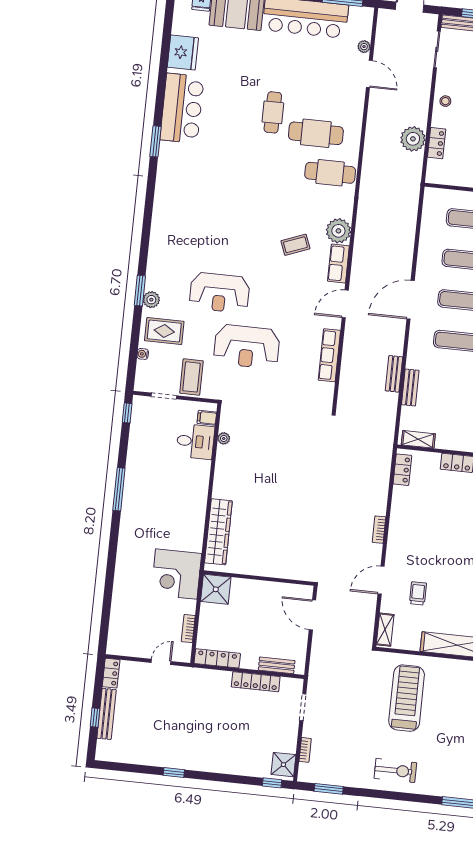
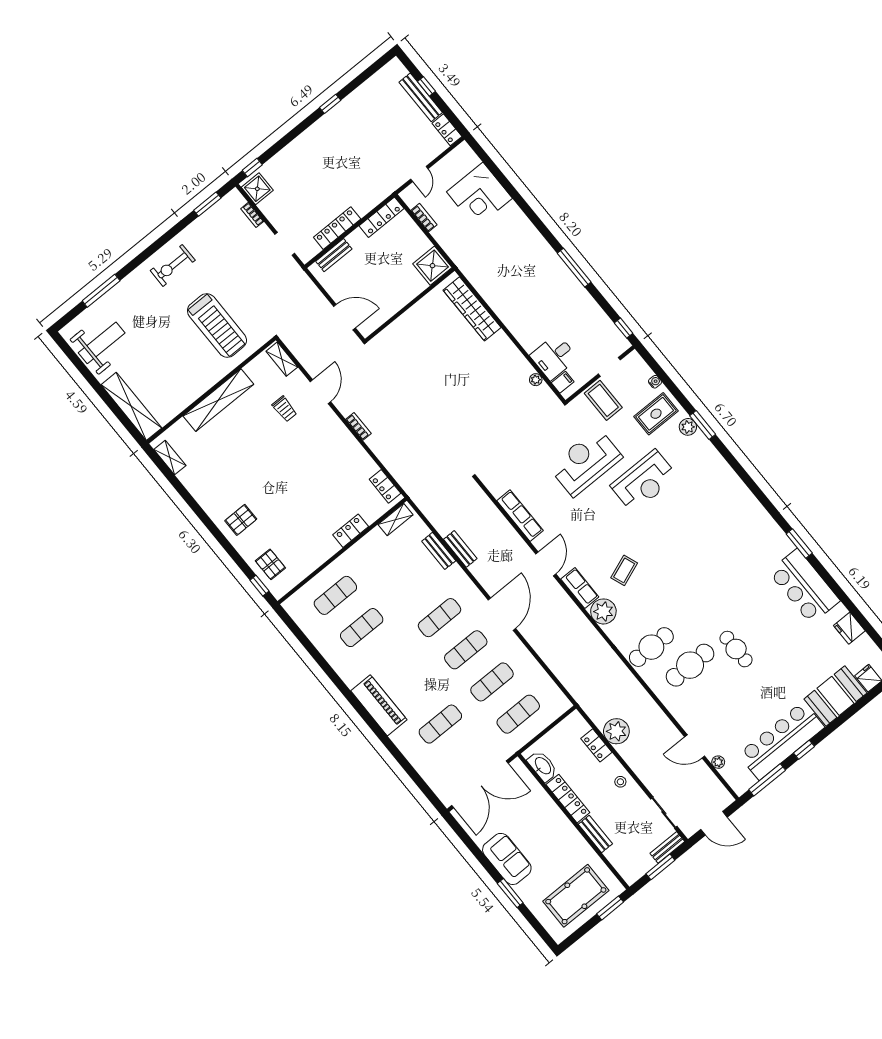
fridge: (183, 53) -> (849, 628), width x0.73, depth x0.75
reception desk: (220, 293) -> (644, 481), turned 180
corner desk: (176, 574) -> (479, 195), moved, turned 180

